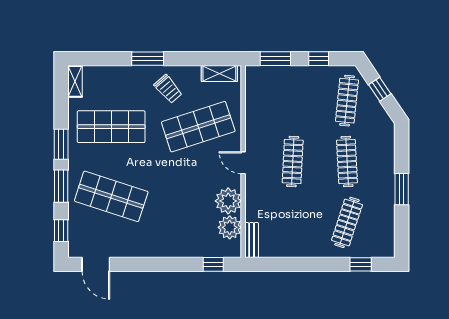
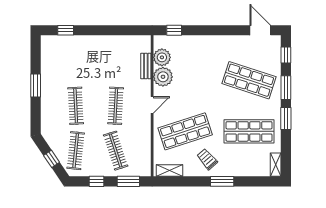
door: (243, 163) -> (152, 105), hinge flipped
clothes rail: (347, 222) -> (116, 151), moved, turned -36
bench: (252, 240) -> (146, 66), moved

